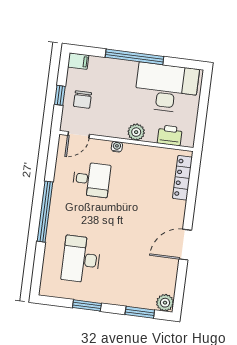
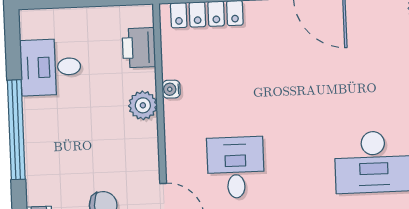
desk: (166, 88) -> (51, 67), width x0.53, depth x0.77
water cooler: (117, 147) -> (171, 89), moved

